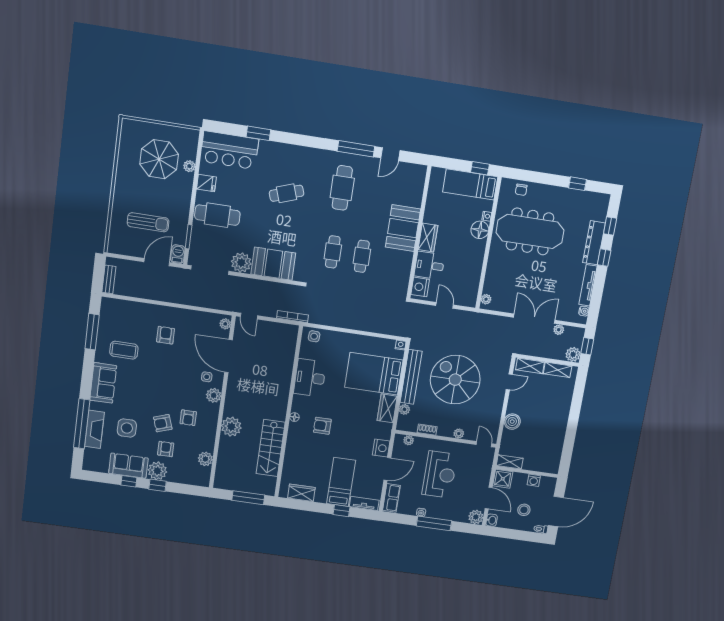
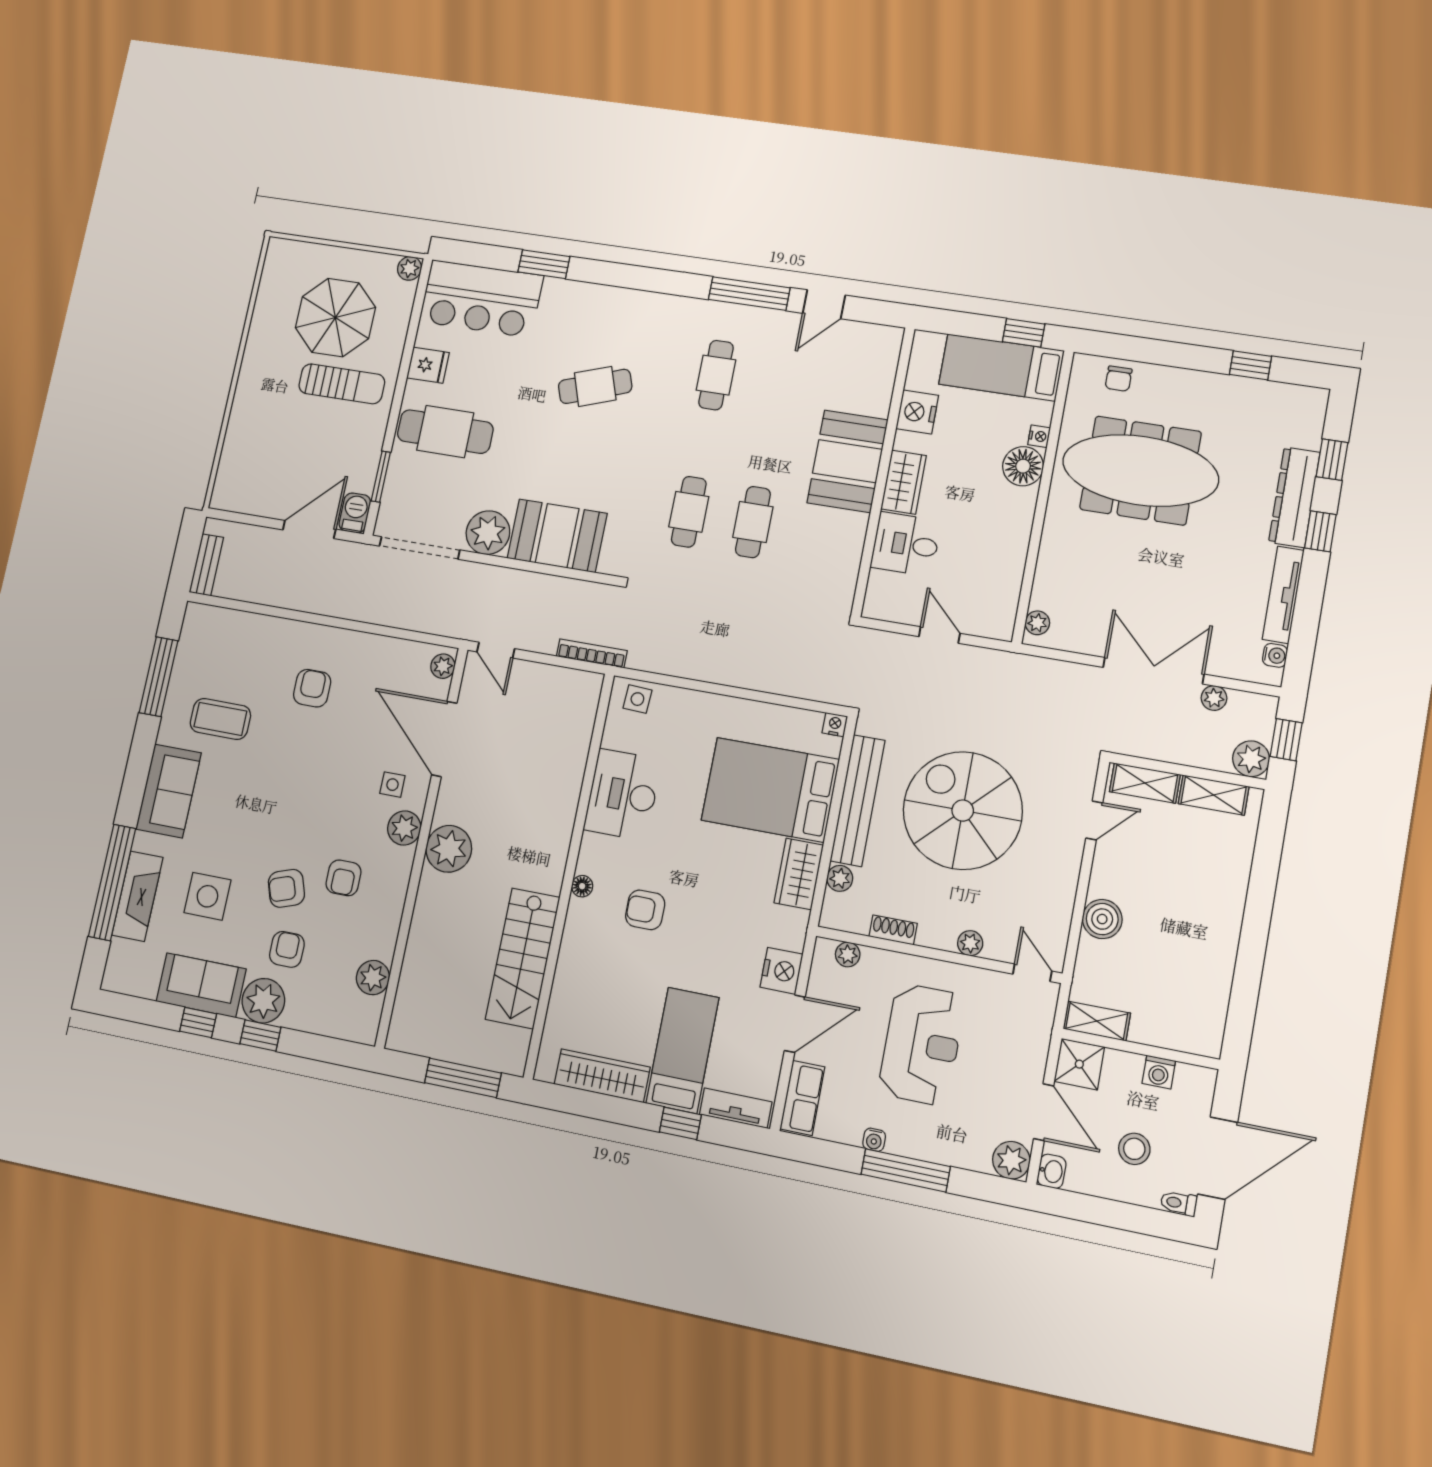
plant: (189, 166) -> (409, 268), moved
cafe table: (342, 188) -> (716, 375), width x0.73, depth x0.74
sun lounger: (148, 222) -> (342, 384), moved
nightstand: (420, 287) -> (917, 412), moved
plant: (231, 427) -> (449, 849), moved
wardrobe: (301, 493) -> (602, 1076), width x1.50

